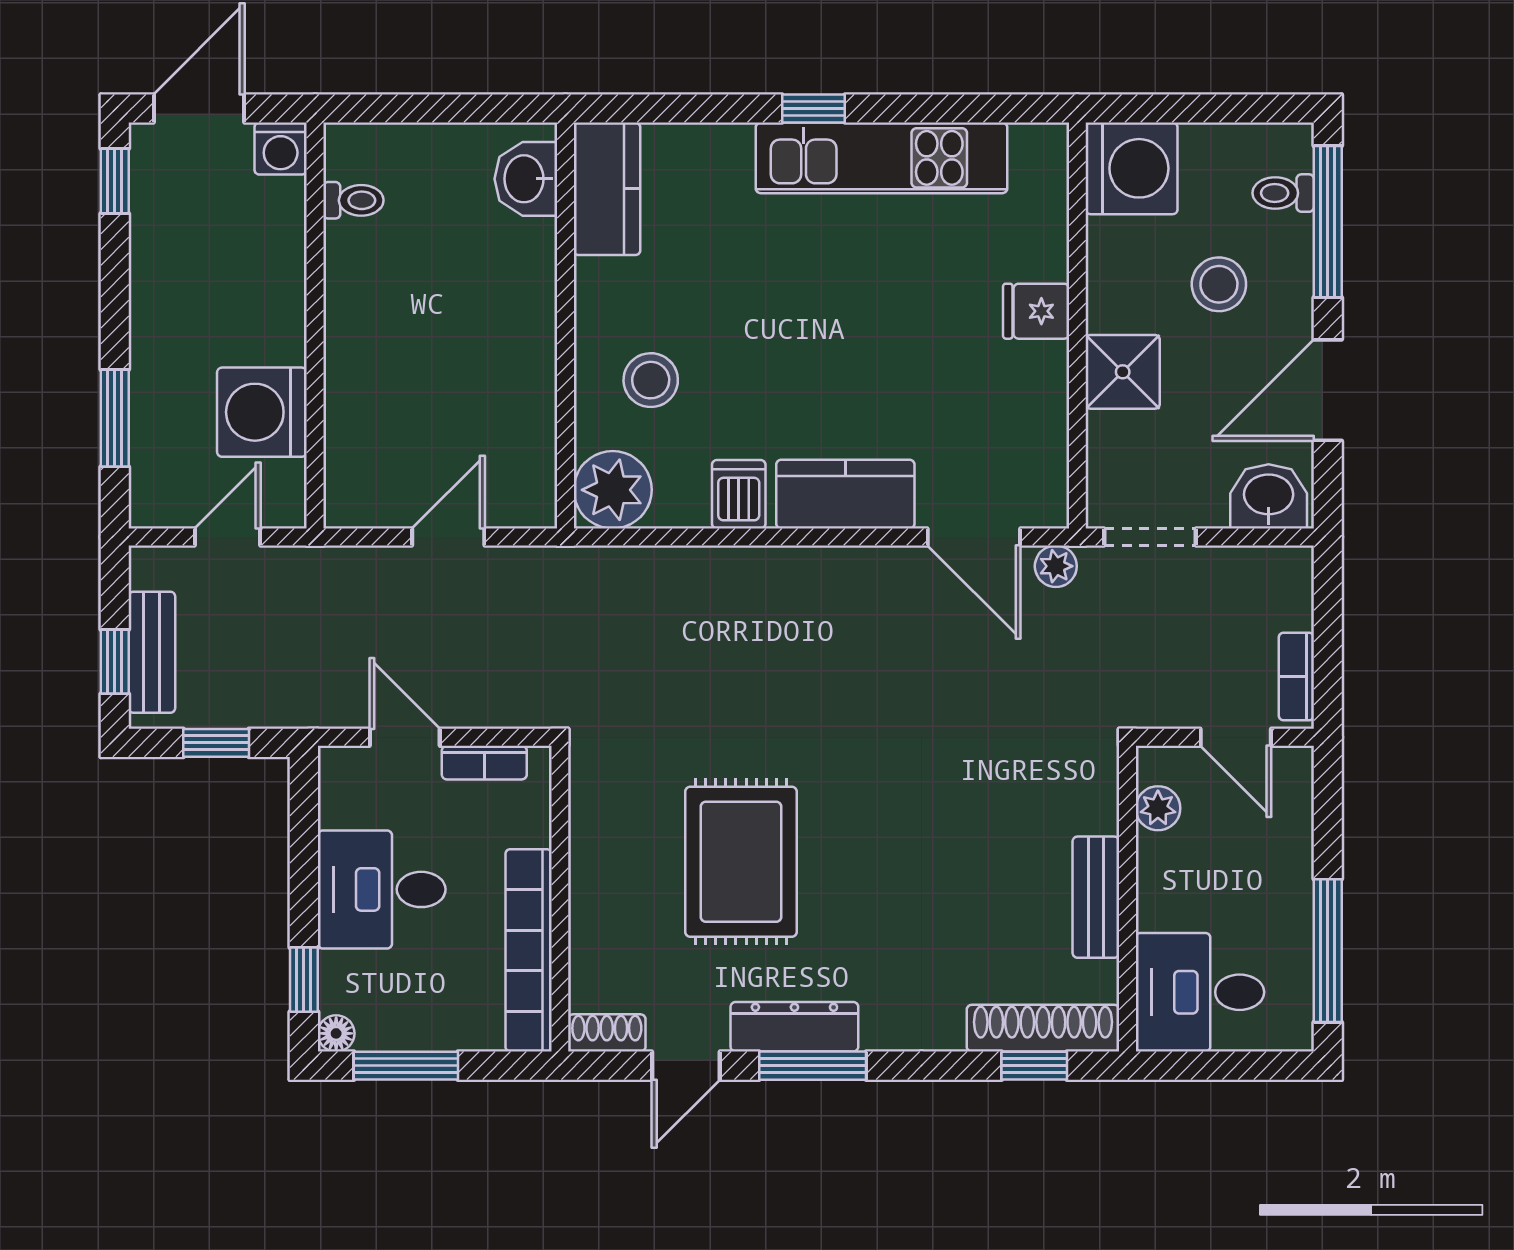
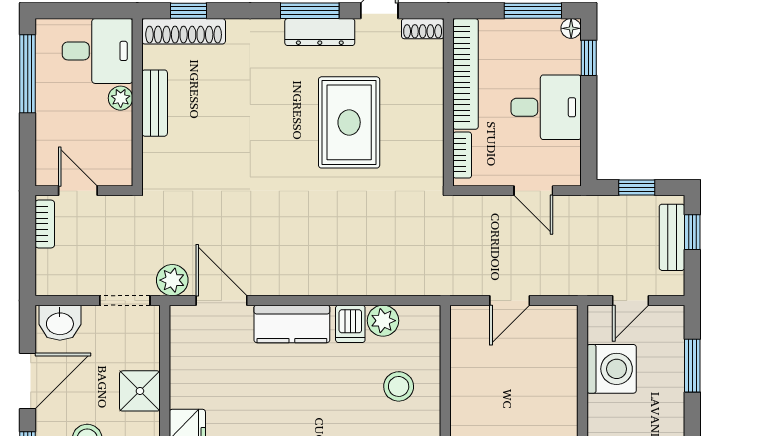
plant: (613, 490) -> (383, 321), moved, width x0.73, depth x0.73
plant: (1056, 566) -> (172, 280), width x1.38, depth x1.38
bookcase: (484, 763) -> (462, 155), moved, turned 90
plant: (1158, 808) -> (121, 98), moved

